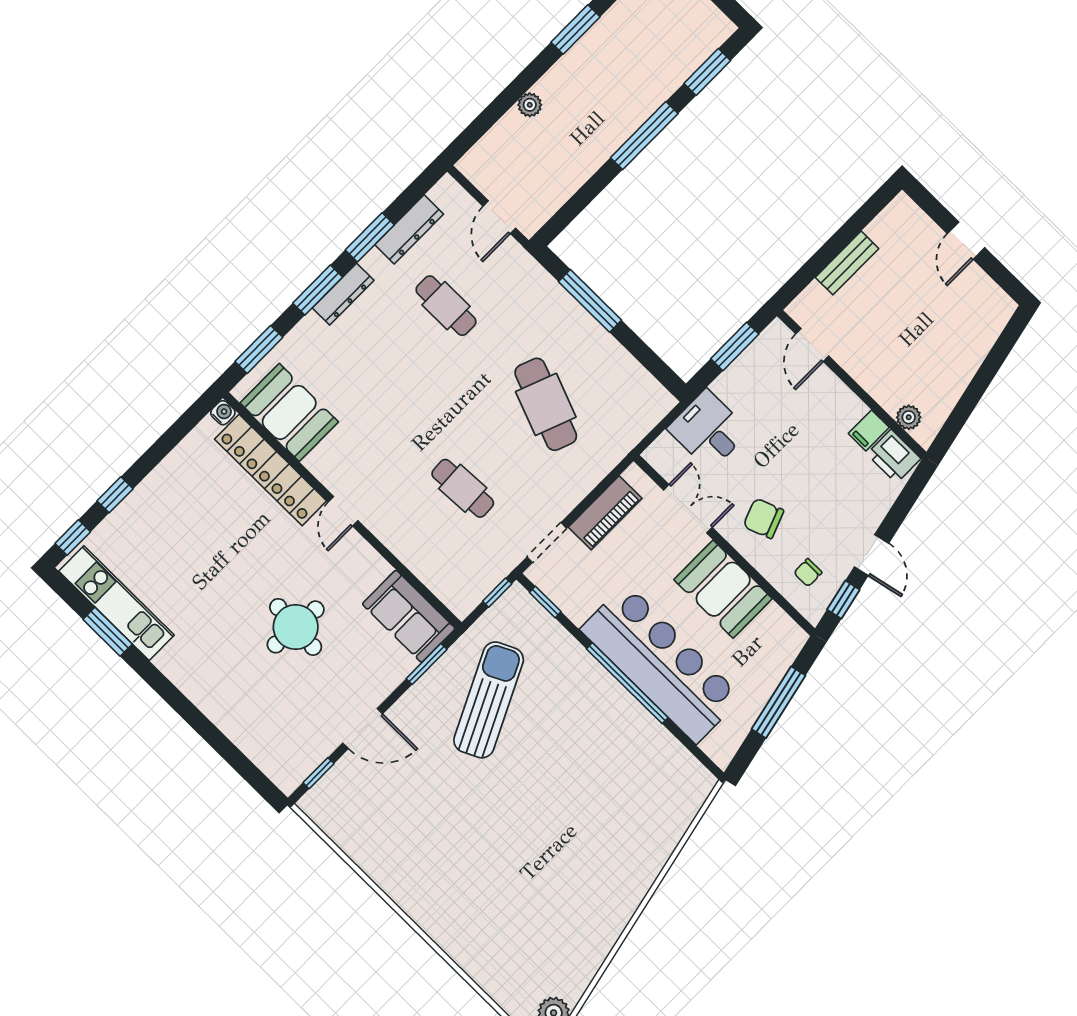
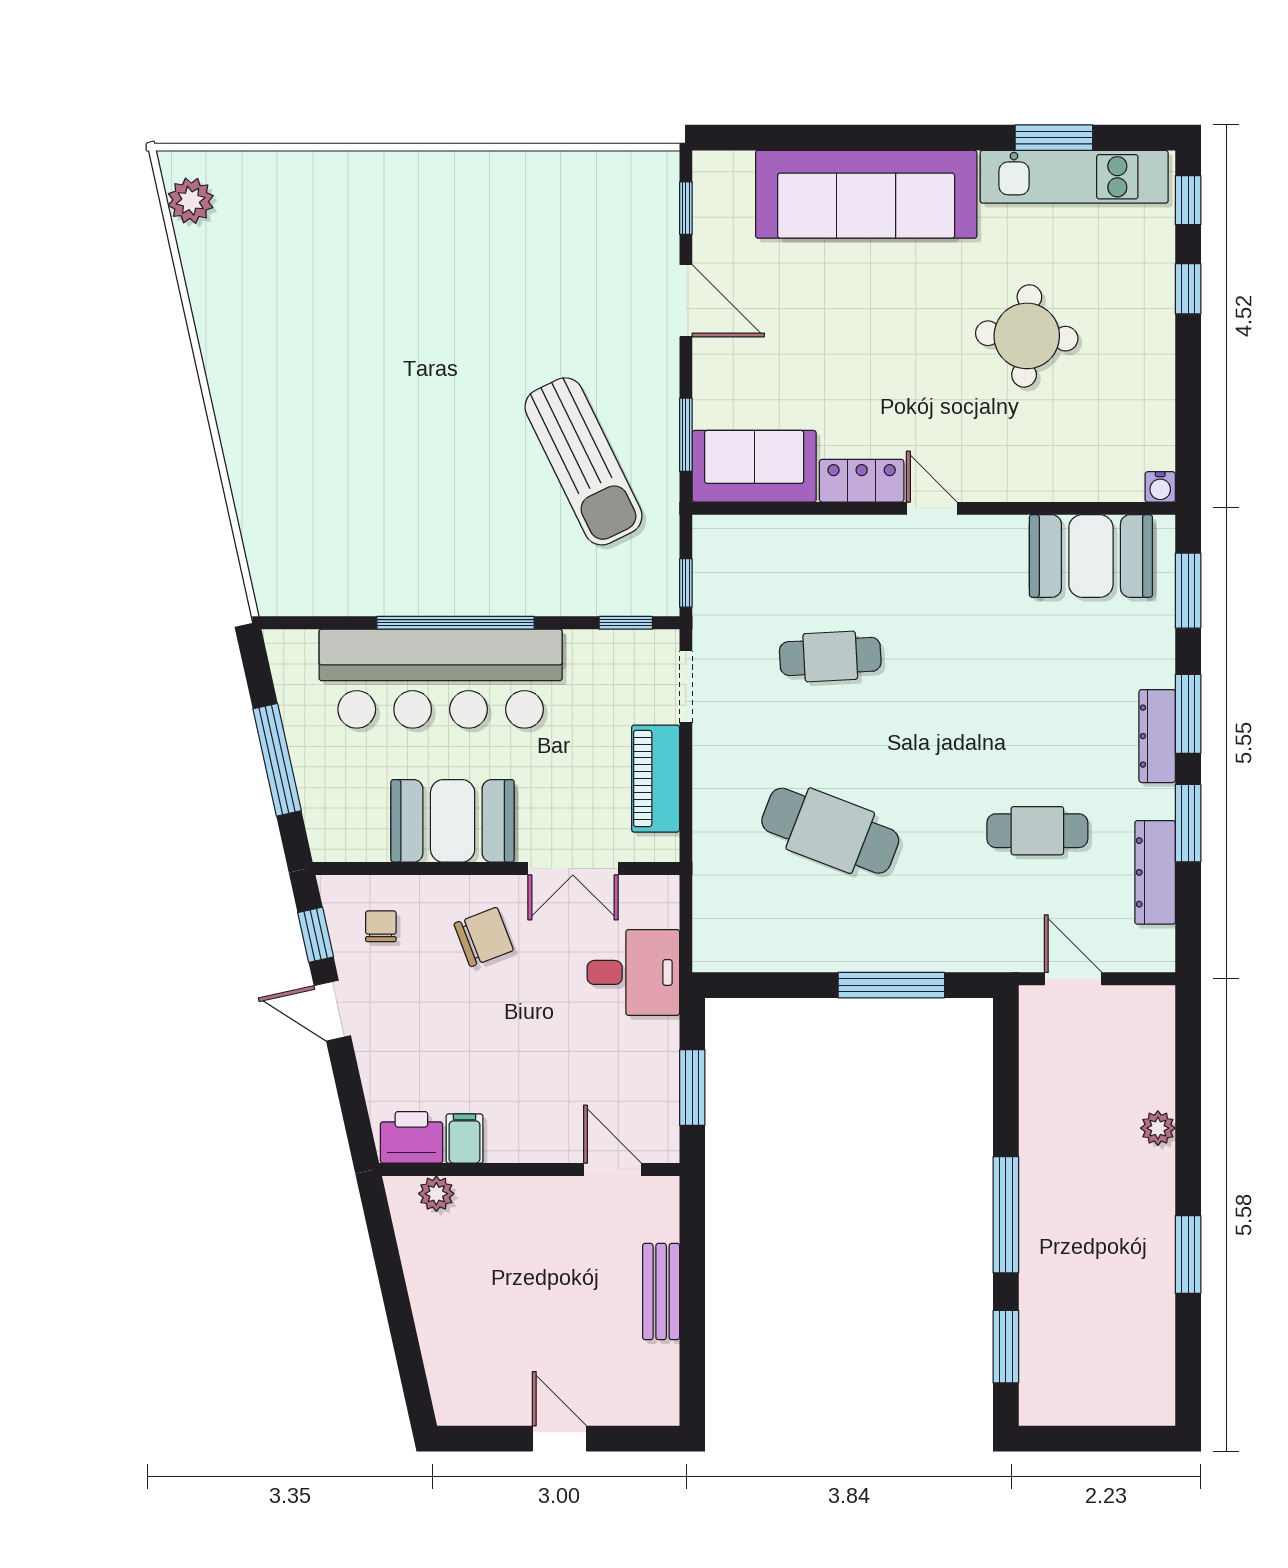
locker: (271, 470) -> (862, 481), moved, width x0.46, depth x0.83
round table: (296, 627) -> (1027, 336), moved
sofa: (225, 694) -> (866, 194), added
door: (363, 728) -> (686, 301), swing flipped

